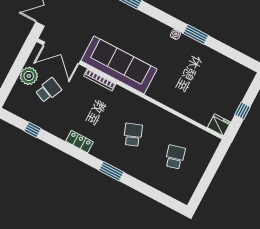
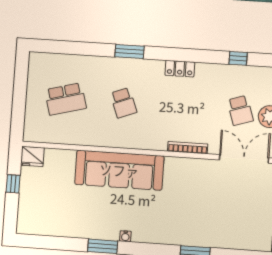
sofa: (119, 65) -> (119, 170), moved
school desk: (48, 90) -> (240, 110), turned -42
school desk: (175, 157) -> (66, 99), width x1.85

